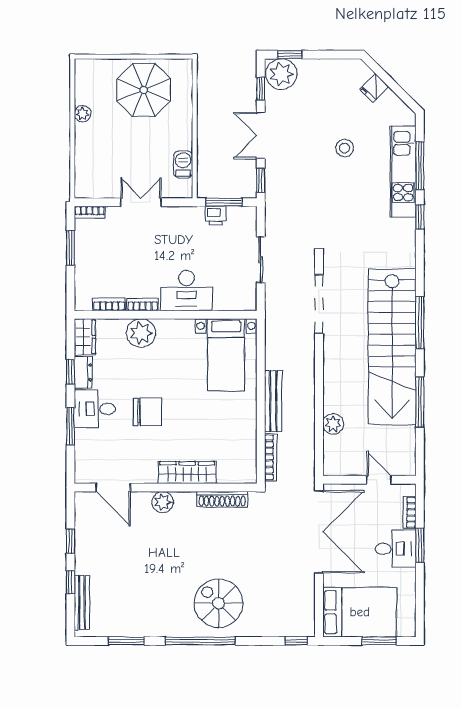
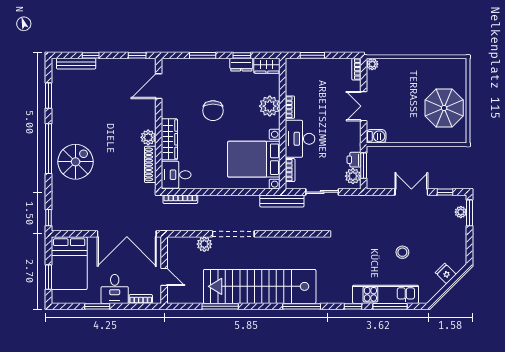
window: (290, 55) -> (469, 213), width x1.50
plant: (281, 74) -> (461, 212), width x0.53, depth x0.53
plant: (83, 114) -> (372, 64), moved
barbecue: (183, 164) -> (376, 136), moved
window: (261, 180) -> (379, 192), removed
double door: (141, 202) -> (364, 106), swing flipped
plant: (238, 217) -> (353, 176), added
window: (70, 248) -> (312, 55), moved
bookcase: (109, 304) -> (290, 170), moved
doorway: (319, 304) -> (233, 234), moved
window: (420, 323) -> (302, 306), moved
bed with nightstands: (226, 355) -> (254, 159), width x1.36
bench: (273, 401) -> (282, 201), moved
desk: (95, 409) -> (176, 175), moved, turned -90
door: (379, 480) -> (164, 277), hinge flipped
plant: (163, 502) -> (148, 137), moved
window: (70, 541) -> (137, 55), moved
window: (420, 546) -> (97, 306), moved

